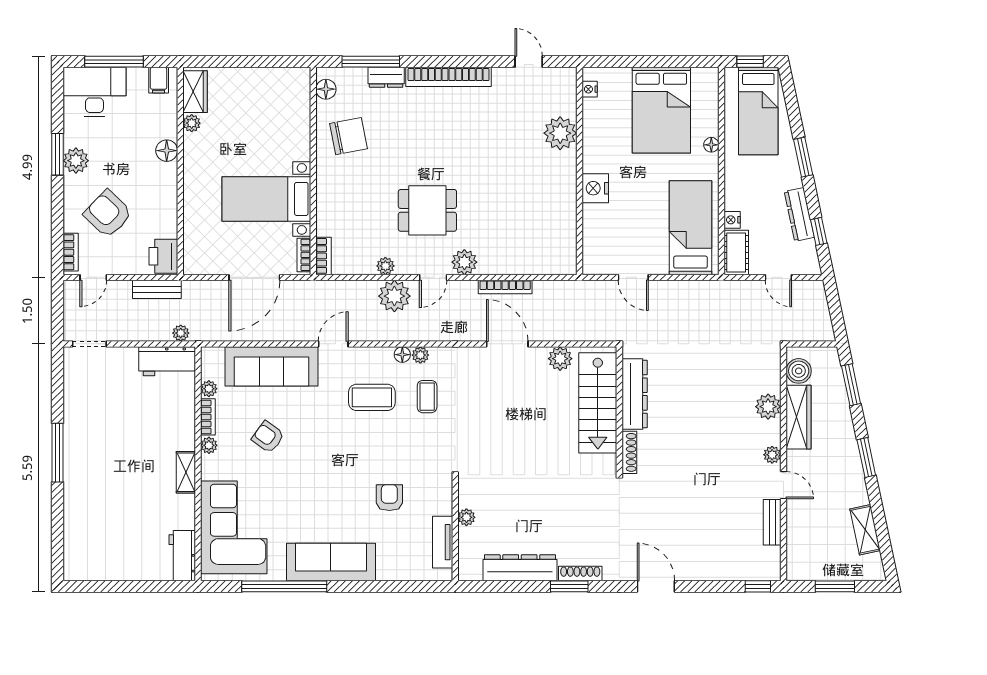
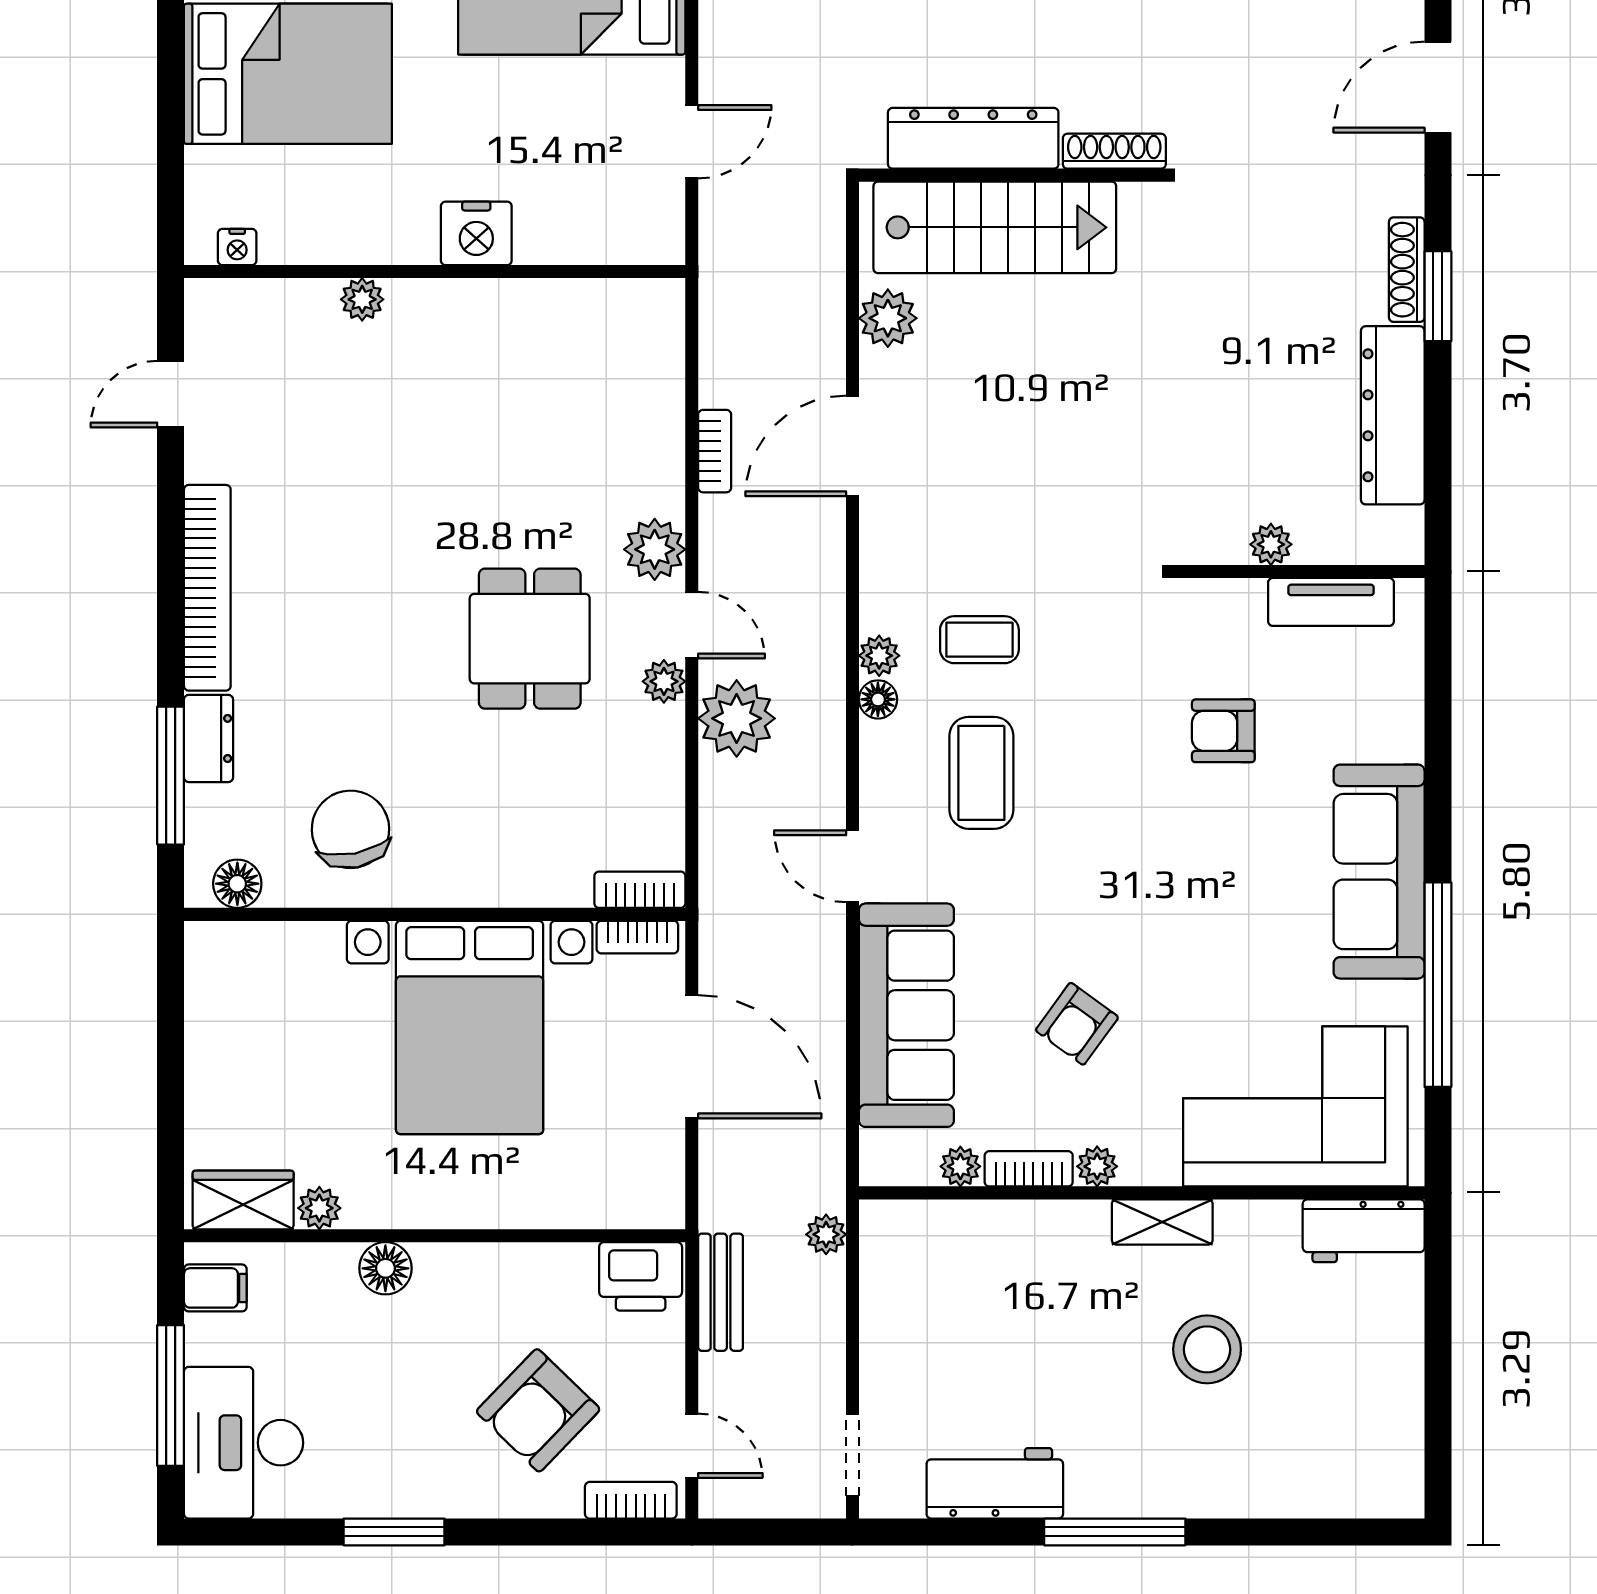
plant: (560, 133) -> (362, 299), width x0.53, depth x0.53
plant: (76, 161) -> (409, 1488), removed
bed with nightstands: (266, 199) -> (470, 1027), width x1.36
plant: (385, 266) -> (664, 681), moved
bookcase: (505, 287) -> (715, 451), width x0.64
workbench: (167, 361) -> (995, 1483), moved, turned -90
stool: (133, 491) -> (1207, 1349), added

